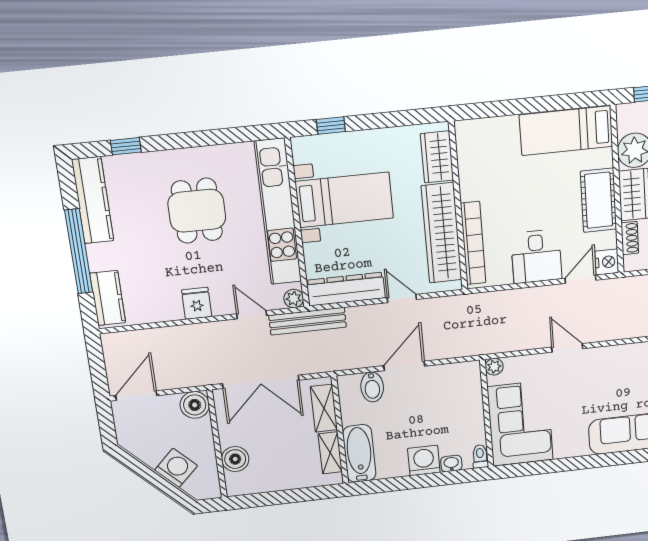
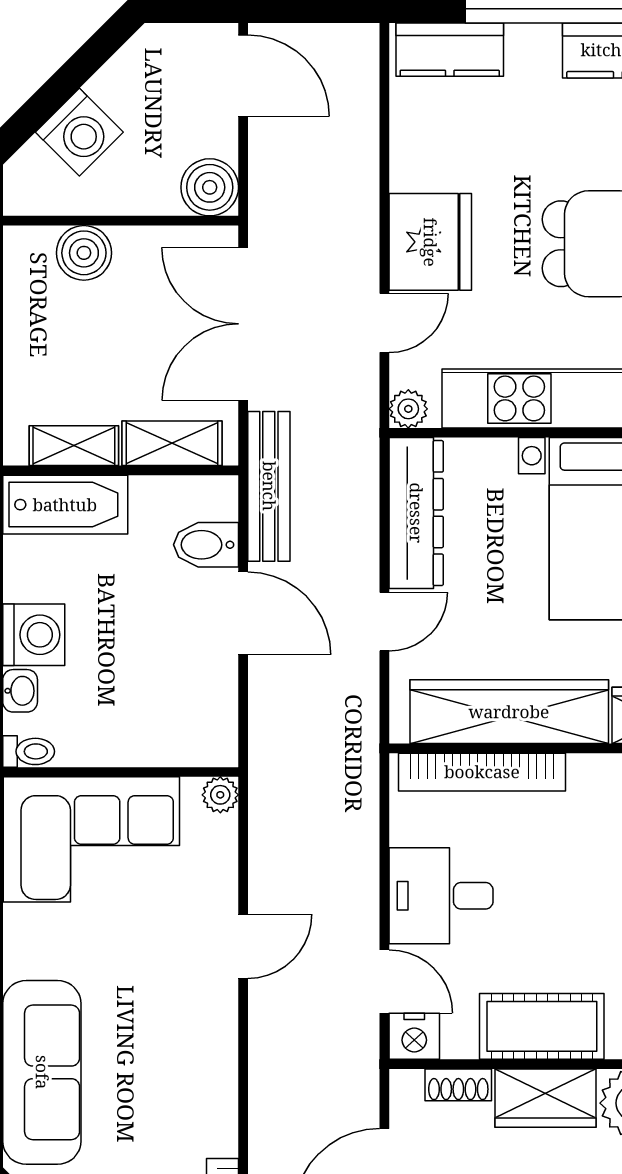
fridge: (197, 303) -> (430, 242), width x1.88, depth x1.34
bench: (308, 321) -> (269, 486), moved

